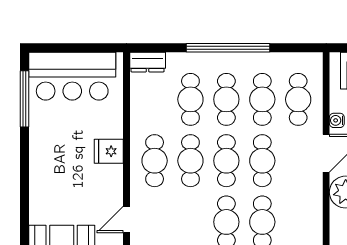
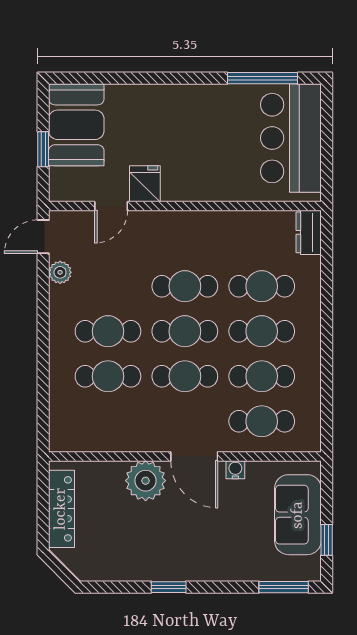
window: (228, 48) -> (327, 333), removed
fridge: (109, 151) -> (145, 184), moved
cafe table: (155, 161) -> (185, 241), removed
door: (127, 220) -> (111, 206), swing flipped

